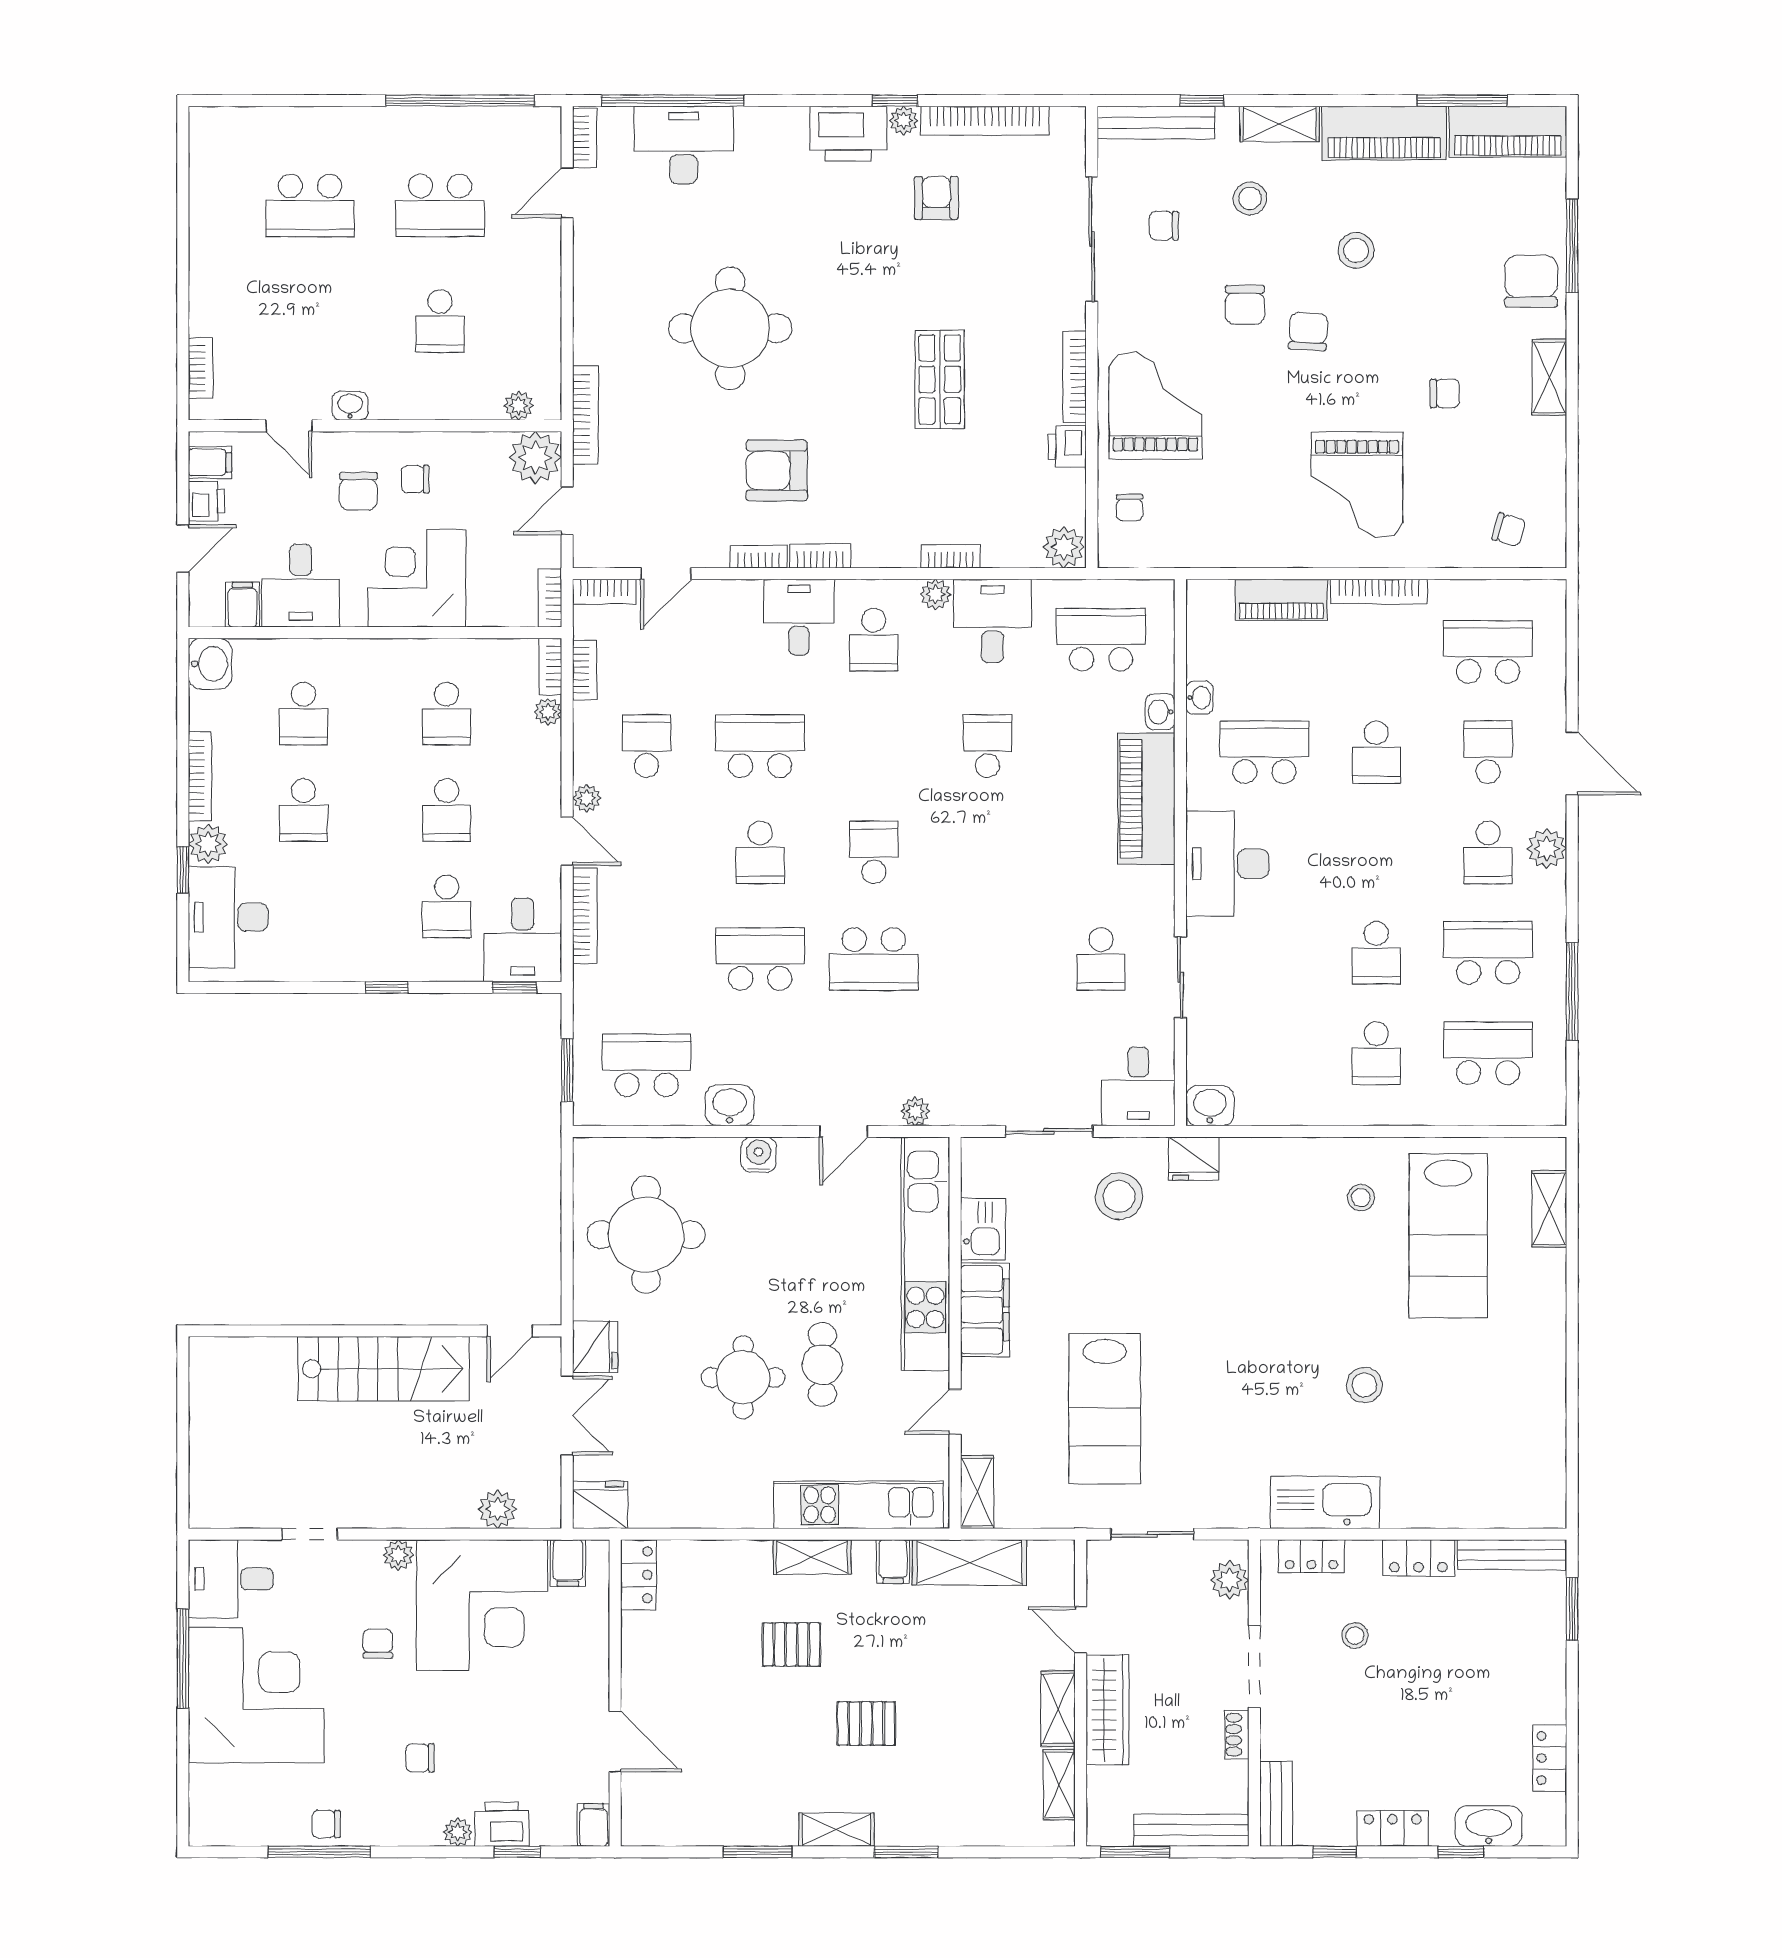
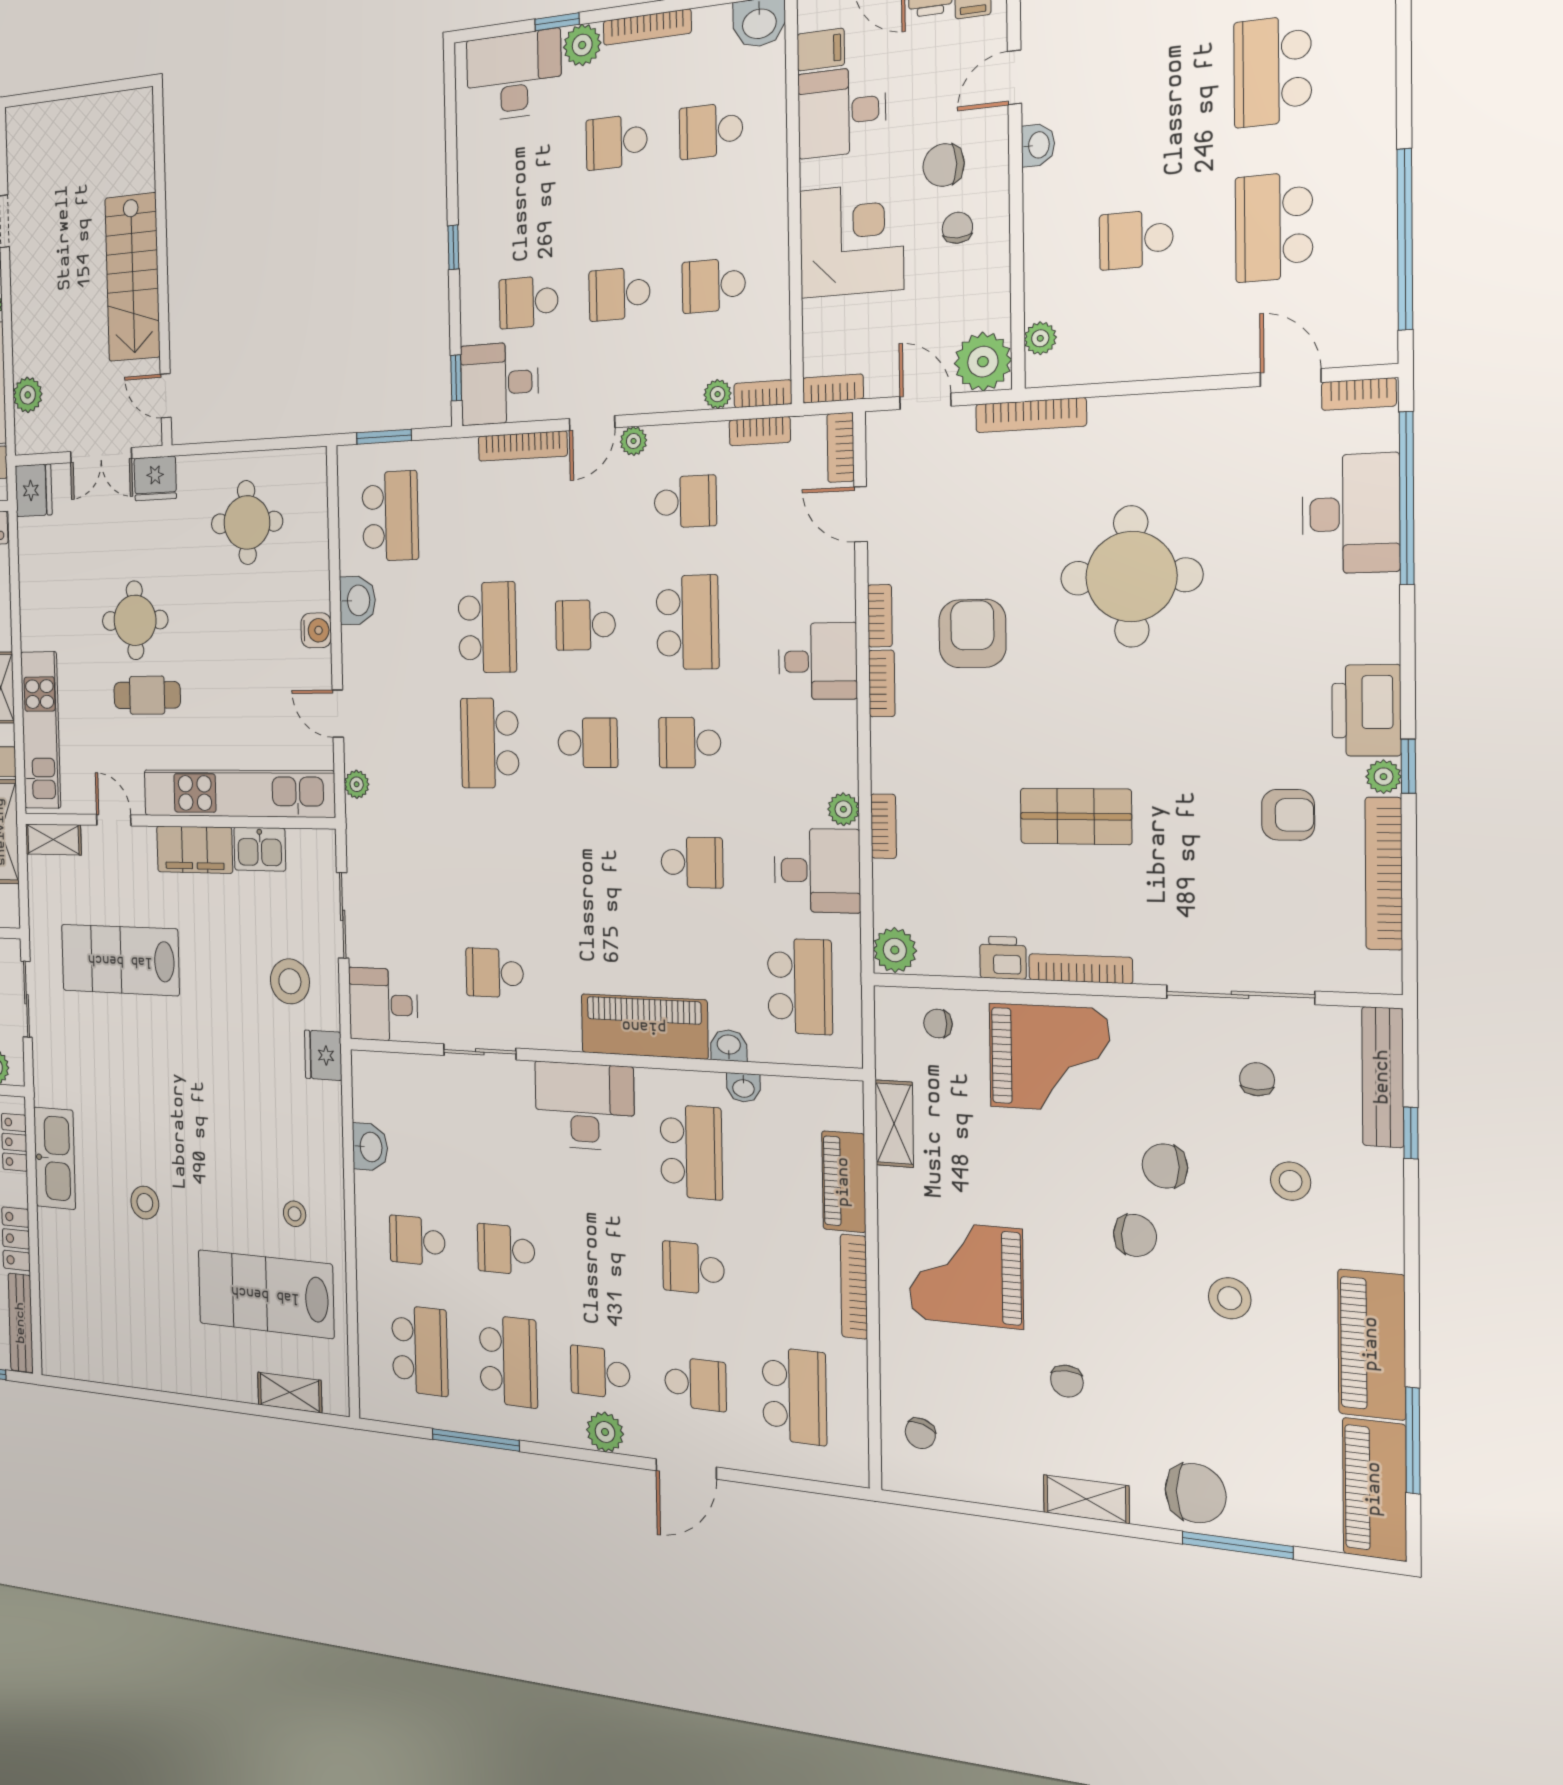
shelving: (1280, 124) -> (894, 1124), moved
school desk: (874, 640) -> (690, 743), moved
washbasin: (1210, 1106) -> (370, 1147), moved
round table: (646, 1235) -> (247, 523), width x0.73, depth x0.73

